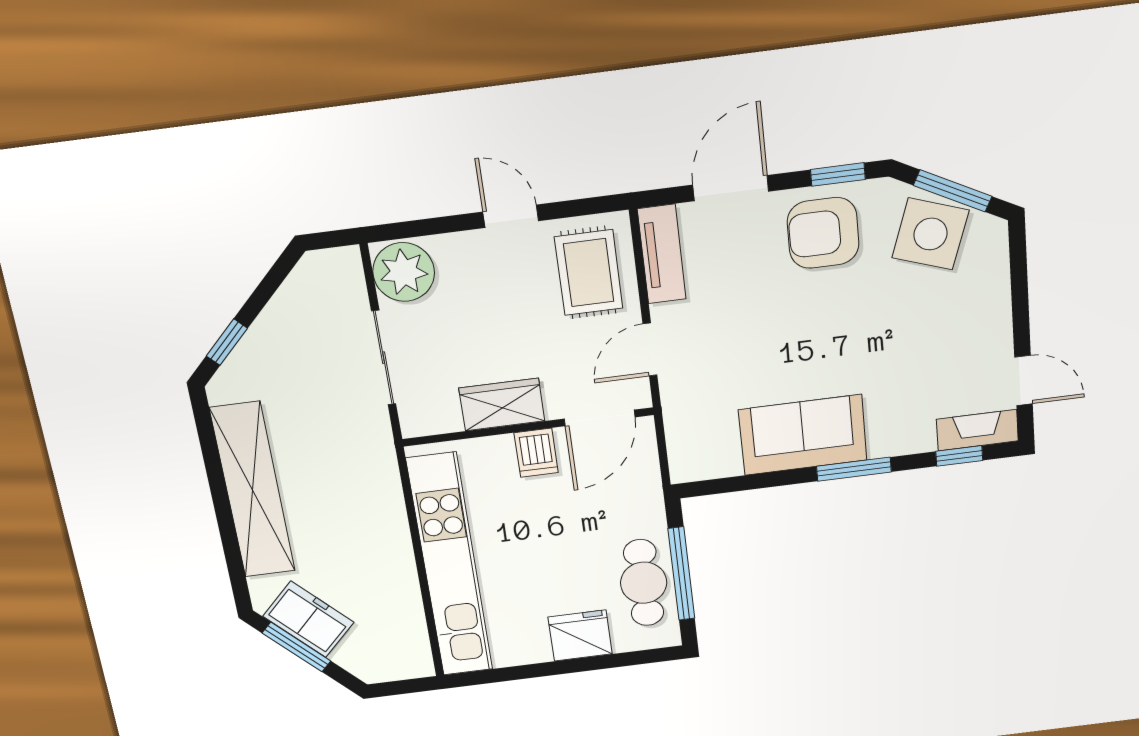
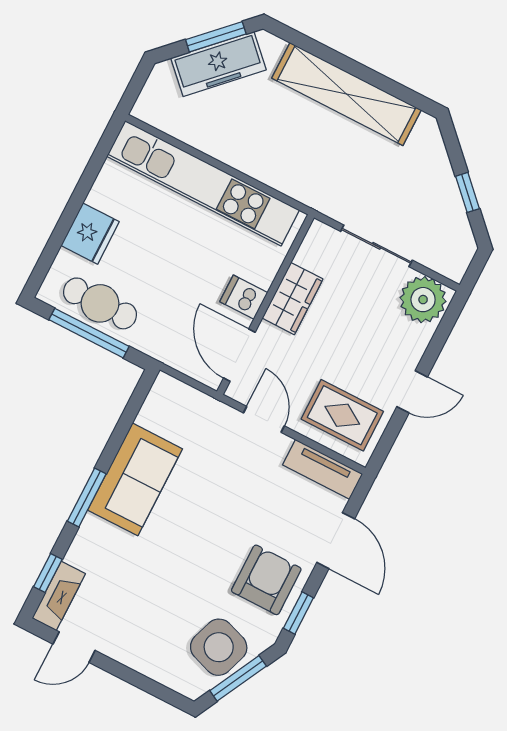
window: (227, 342) -> (467, 192), moved
freezer: (308, 619) -> (218, 64), width x1.40

